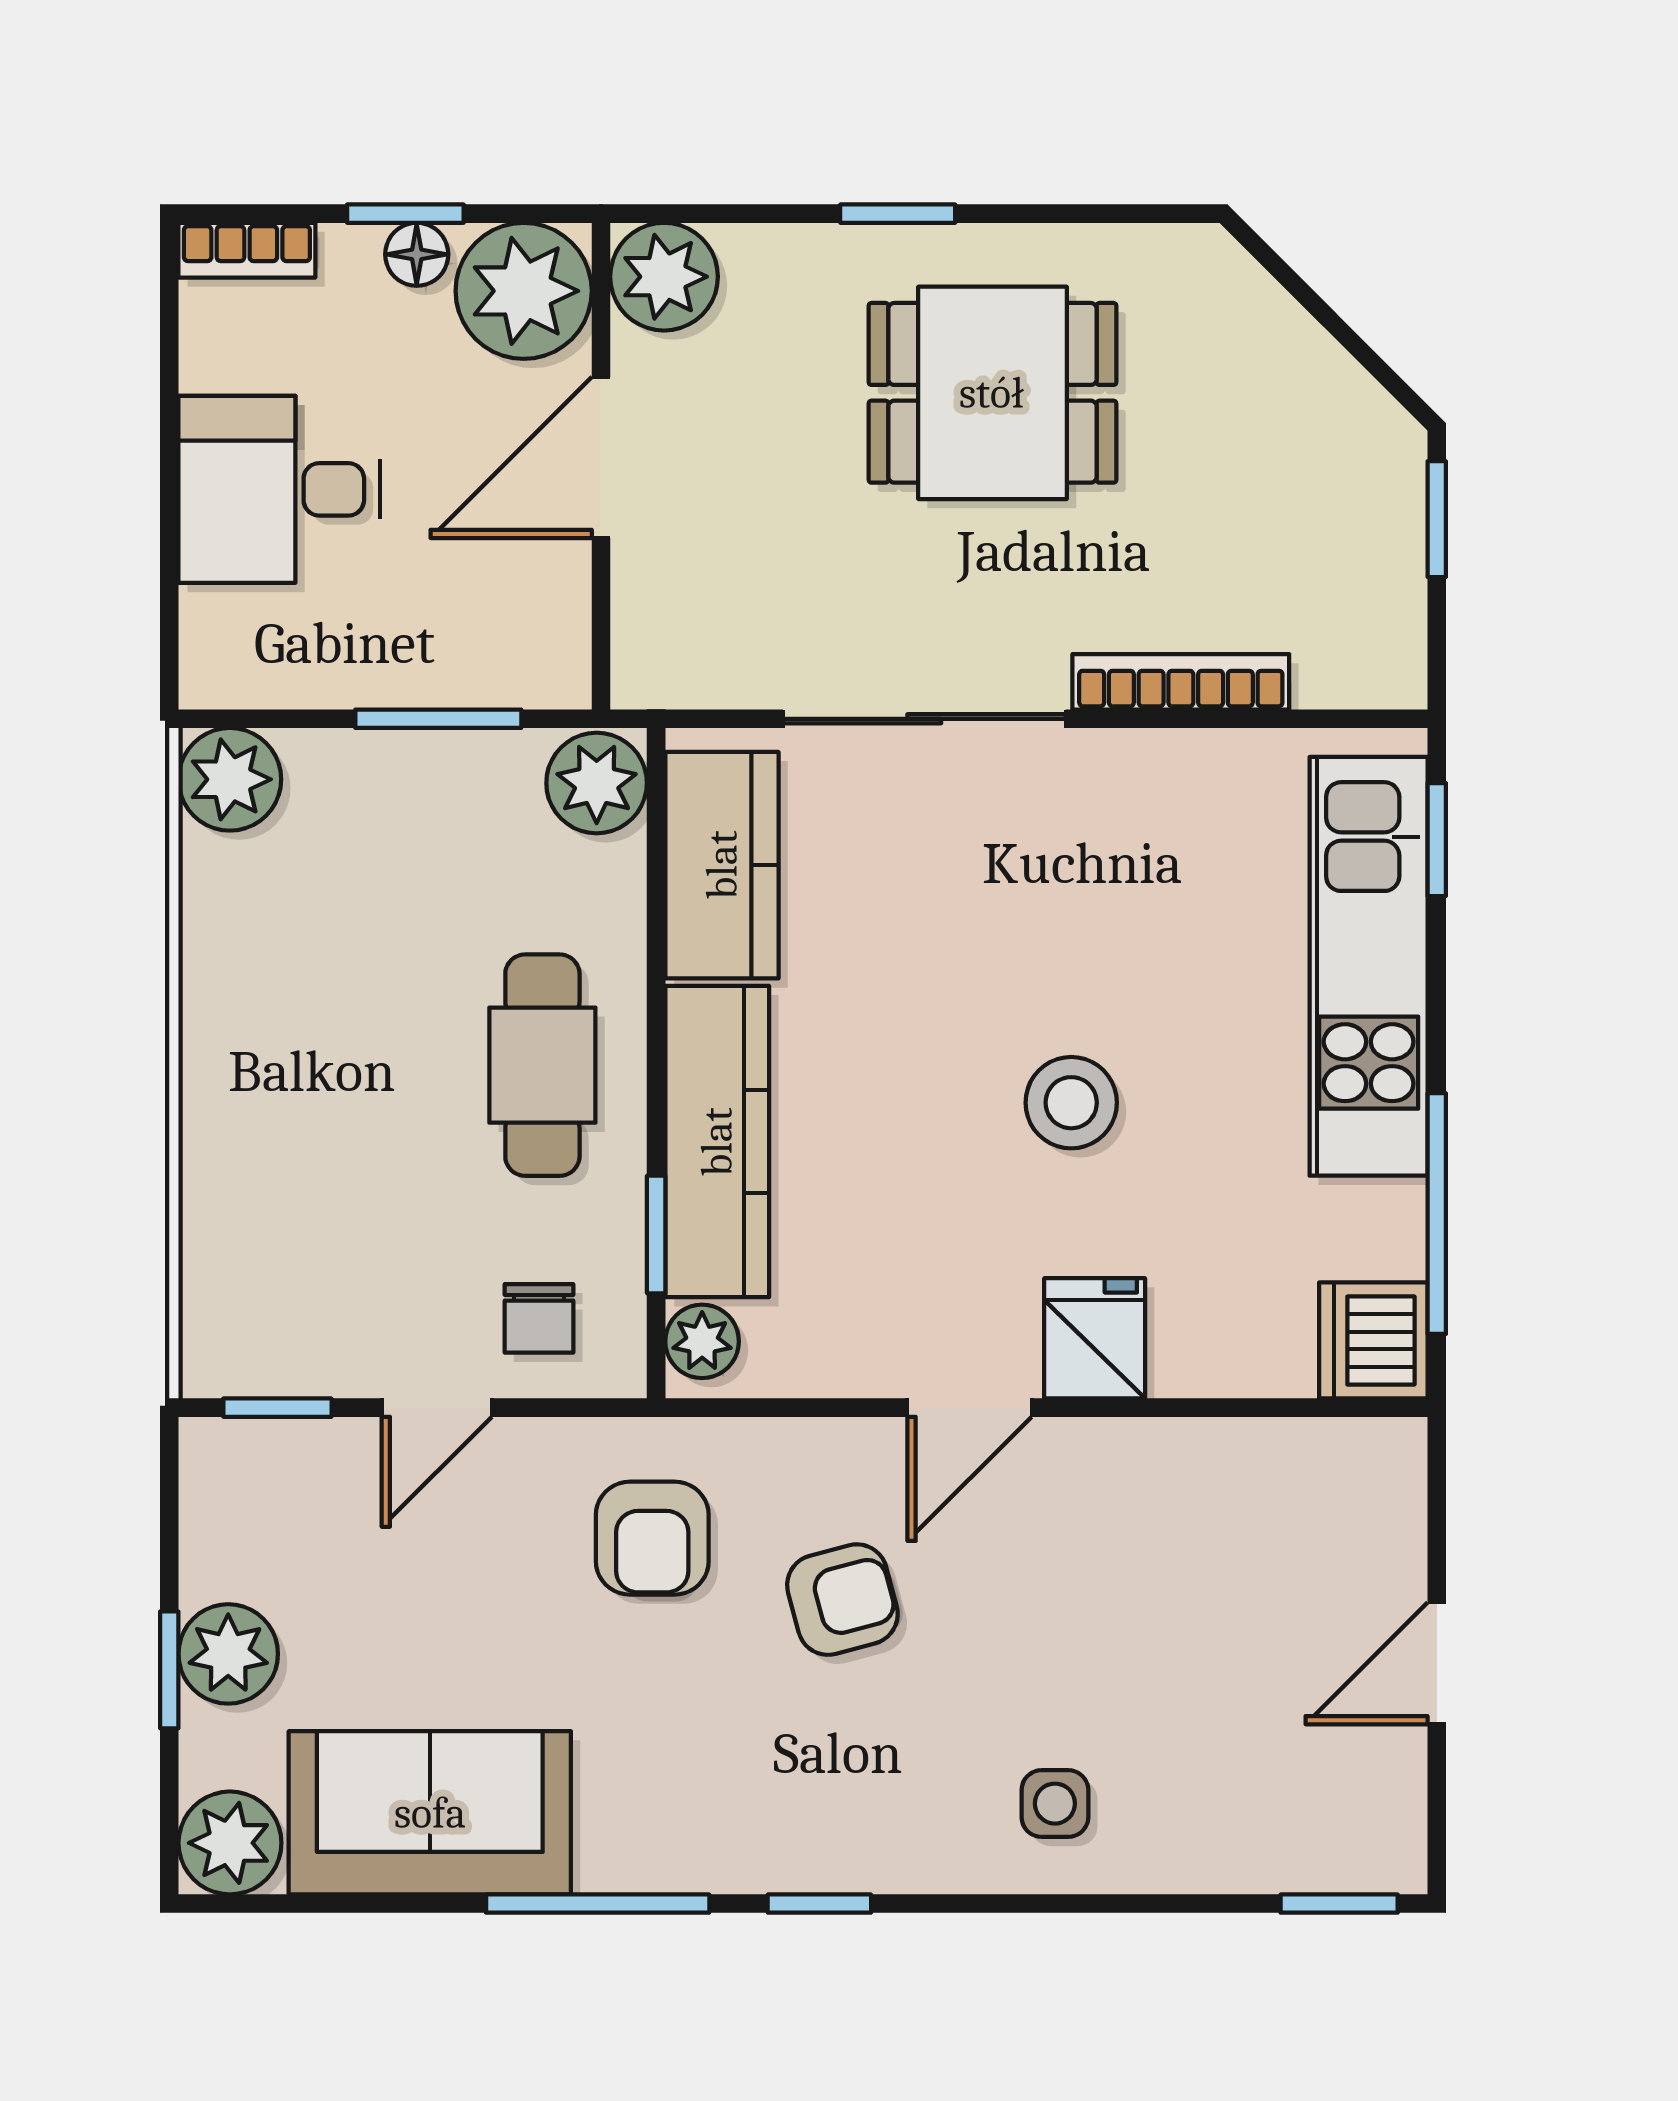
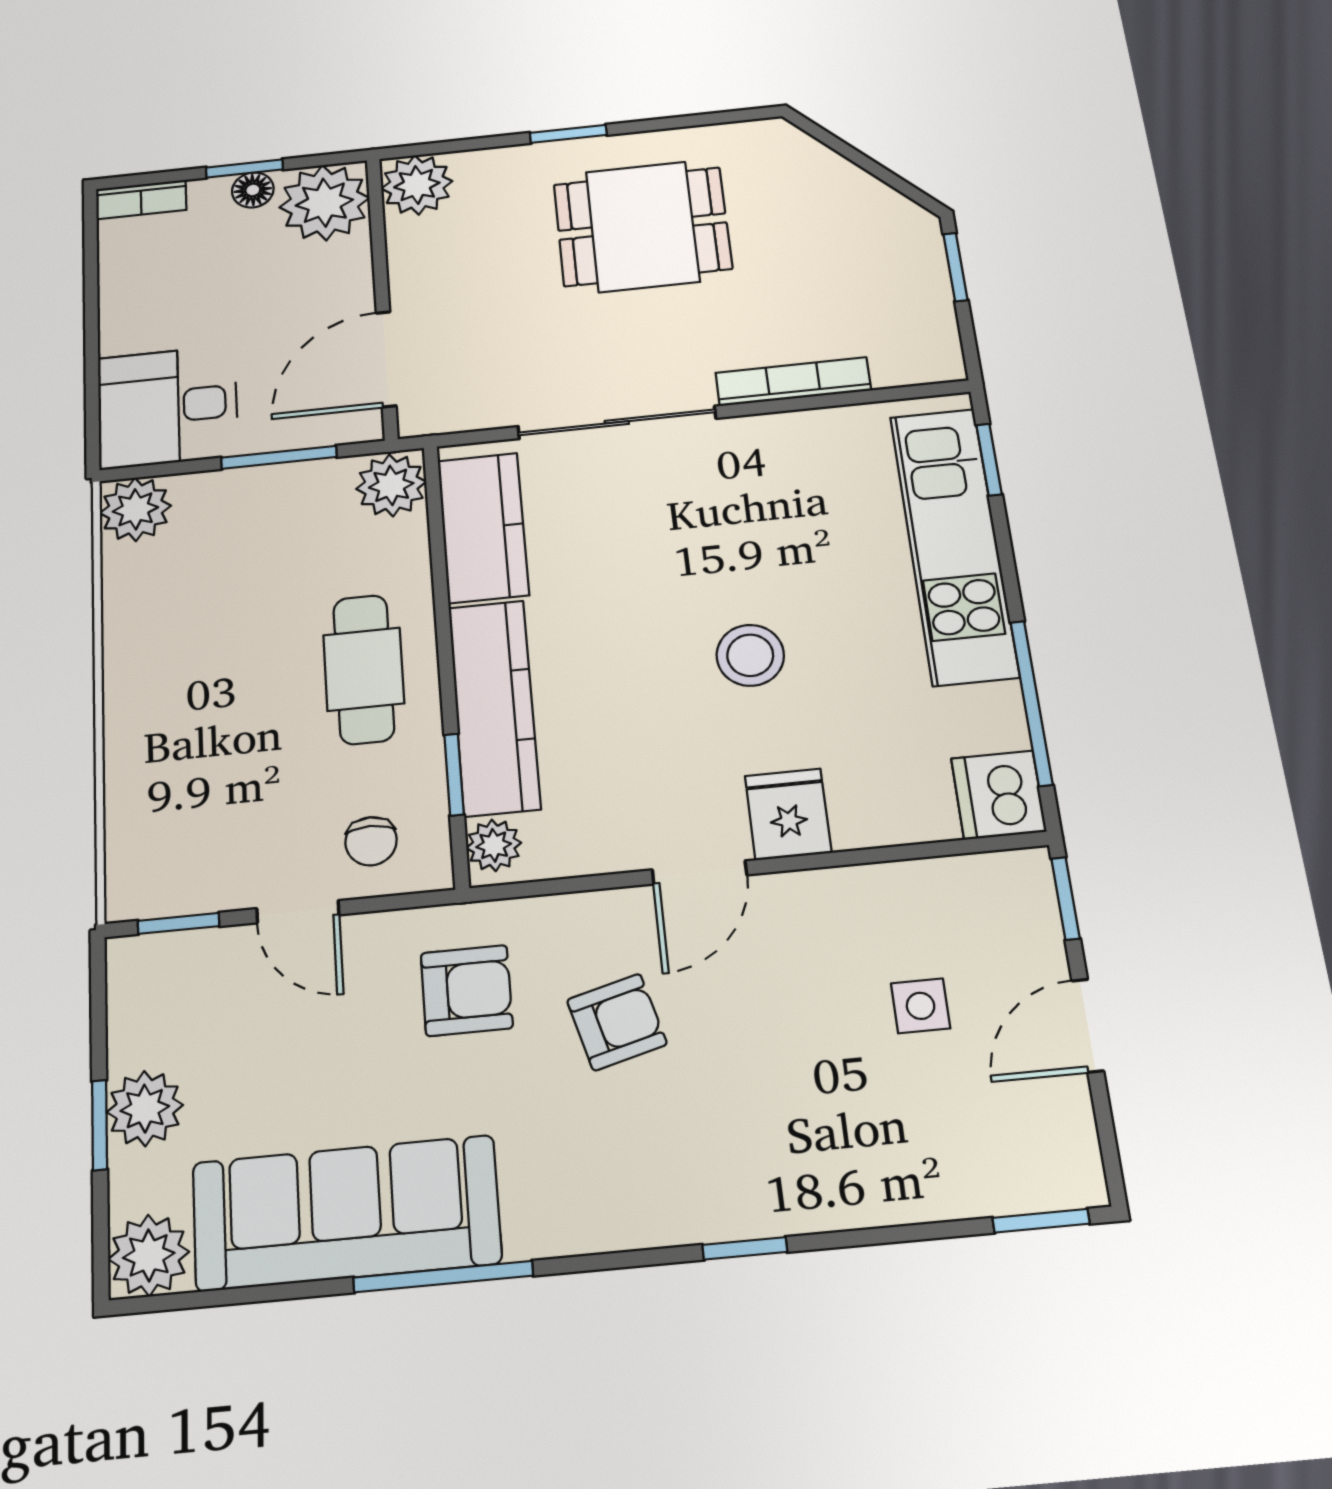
door: (601, 457) -> (386, 359), moved
desk: (279, 489) -> (167, 407), moved
door: (437, 1408) -> (298, 912), hinge flipped
window: (1437, 1492) -> (1065, 898), added
armchair: (652, 1538) -> (467, 991), turned -90
side table: (1055, 1804) -> (921, 1006), moved
sofa: (430, 1813) -> (346, 1213), width x1.36
window: (819, 1904) -> (745, 1248), moved

